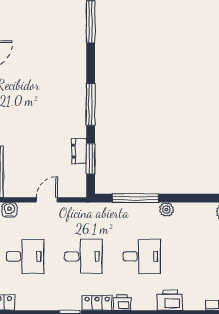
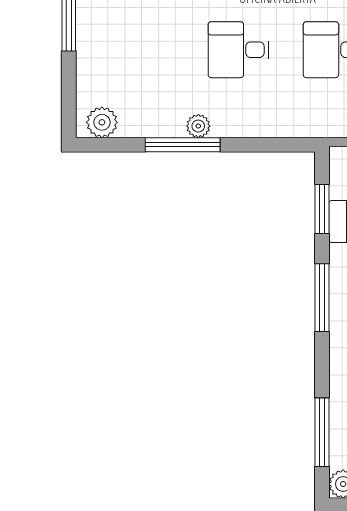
window: (136, 198) -> (183, 145), moved

